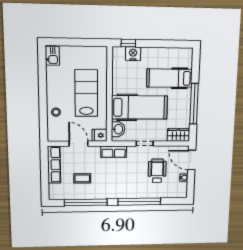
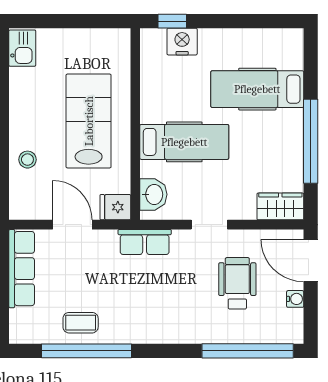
hospital bed: (139, 107) -> (184, 142), width x0.73, depth x0.78
coffee table: (82, 178) -> (81, 323), moved
window: (139, 202) -> (248, 351), moved

